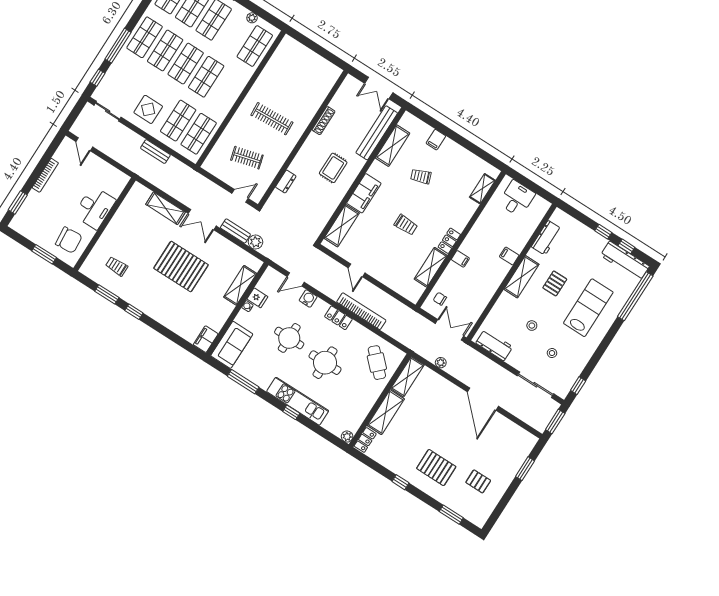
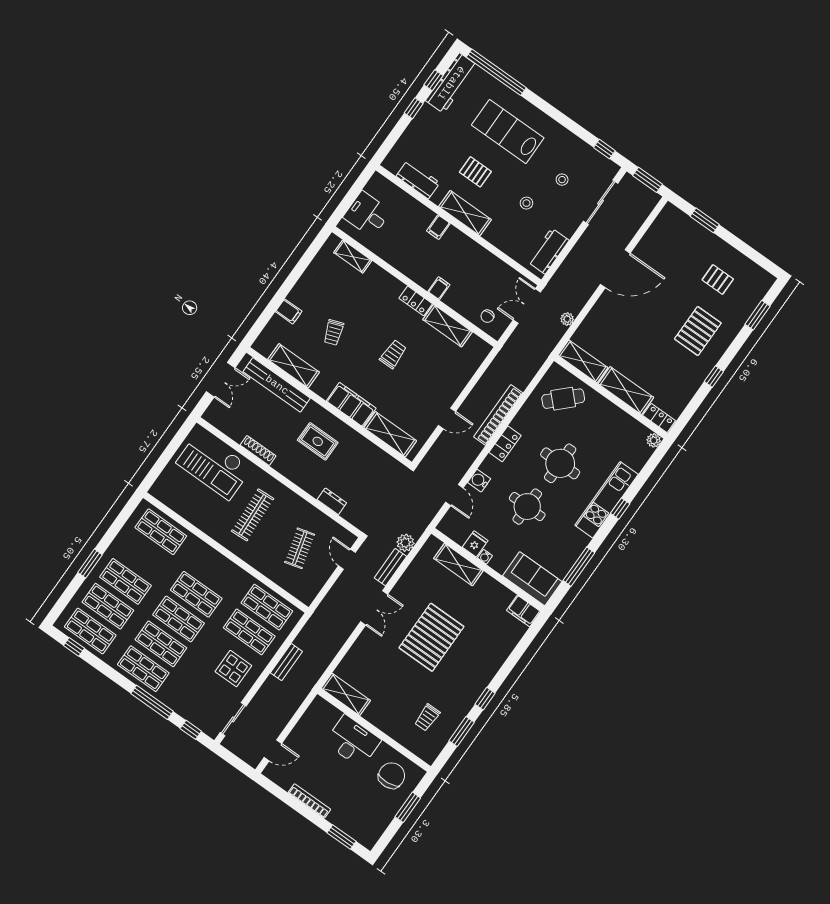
plant: (252, 18) -> (125, 533), removed
checkout: (310, 86) -> (214, 465), added
shelving: (166, 208) -> (346, 694), moved, turned 90
pallet: (478, 481) -> (718, 279), turned 90

